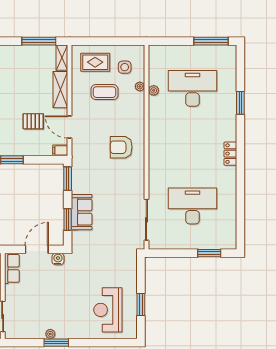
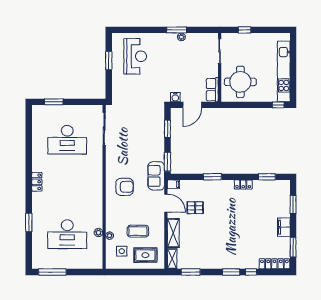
window: (39, 41) -> (191, 272), width x0.69
sofa: (82, 212) -> (156, 176), moved

